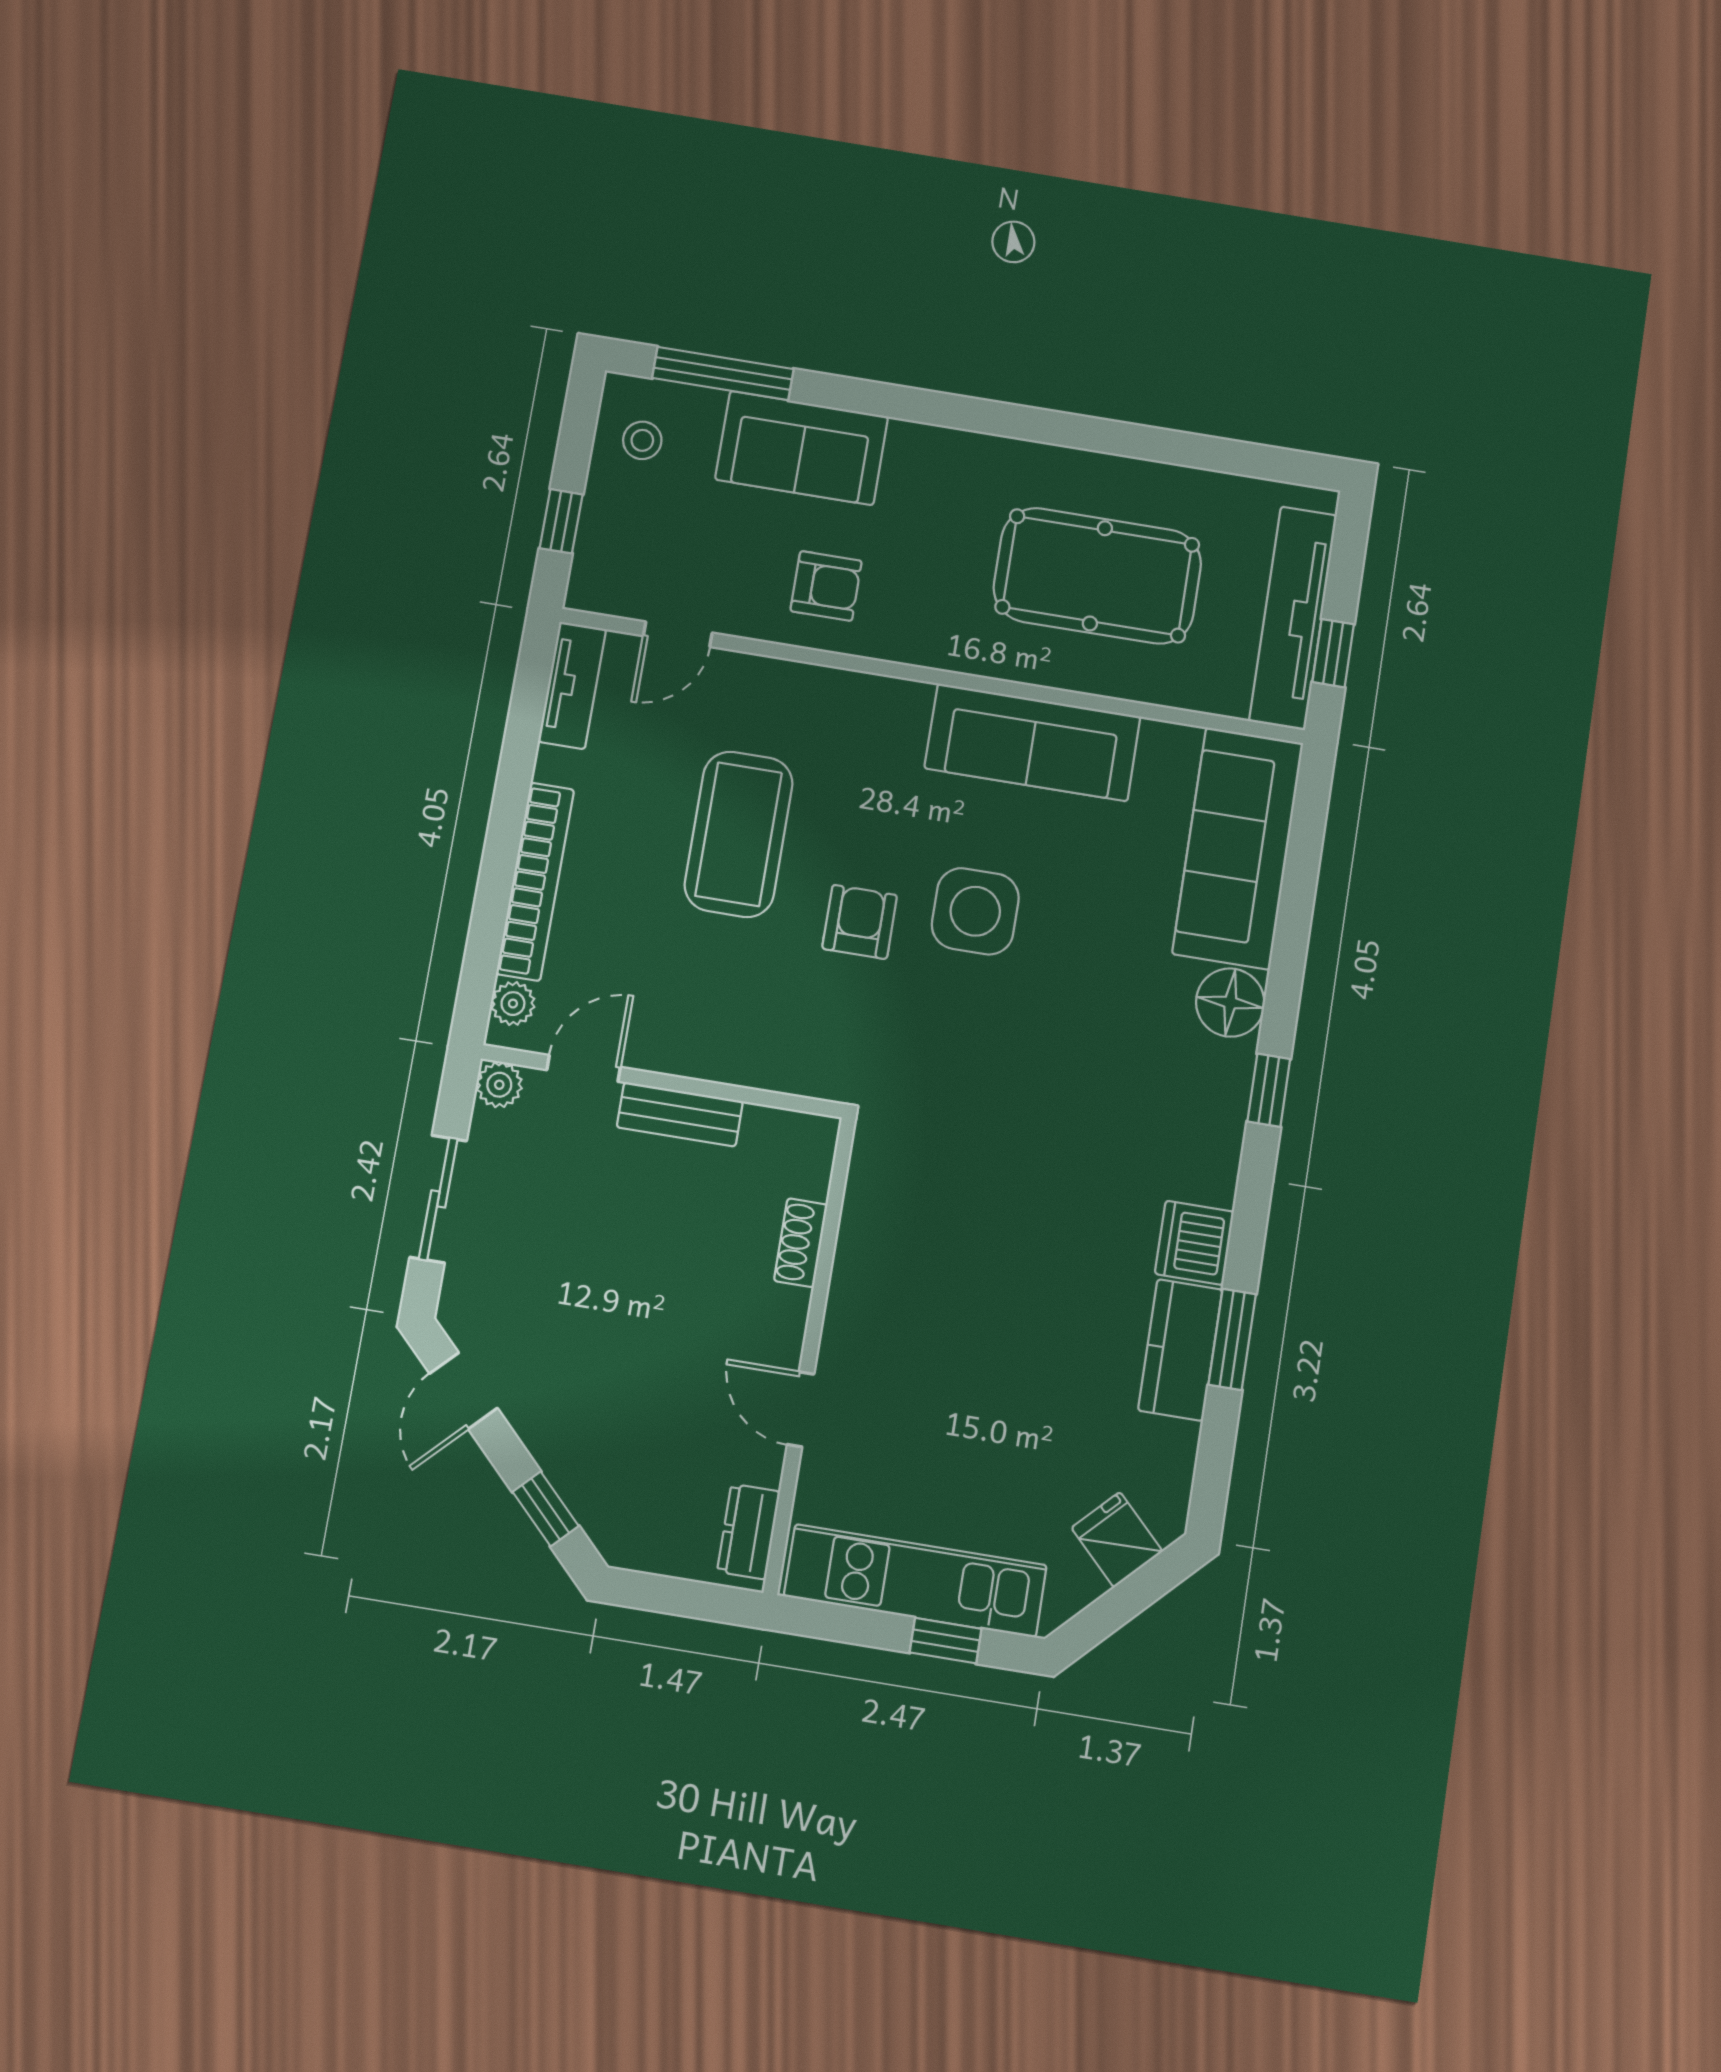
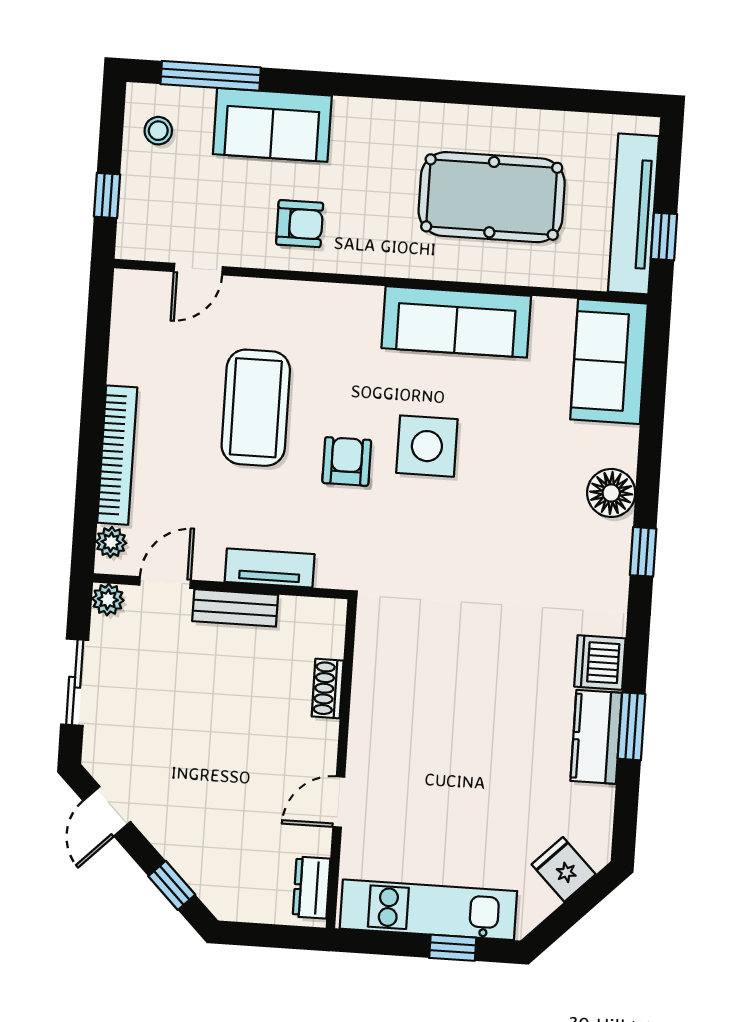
tv unit: (572, 685) -> (270, 568), moved, turned -90
sofa: (1238, 848) -> (609, 362), width x0.73
door: (801, 1409) -> (339, 802), hinge flipped

